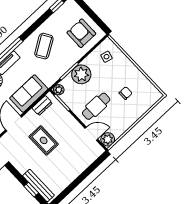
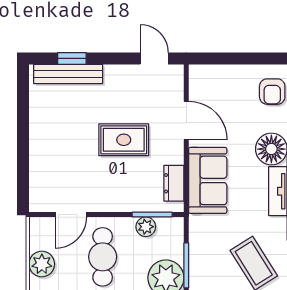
plant: (59, 90) -> (146, 227), moved
plant: (108, 139) -> (42, 264), moved

